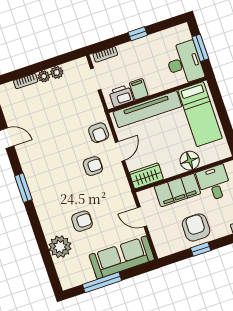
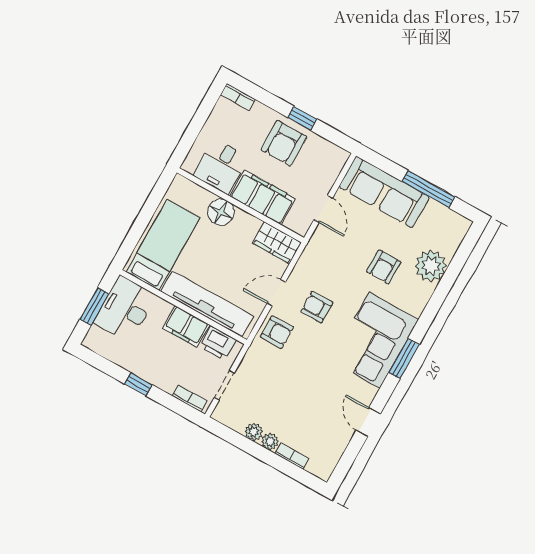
filing cabinet: (139, 89) -> (186, 326), width x2.00
armchair: (99, 133) -> (277, 332), turned 92
corner sofa: (47, 181) -> (375, 340), added
armchair: (82, 221) -> (384, 267), turned -90

